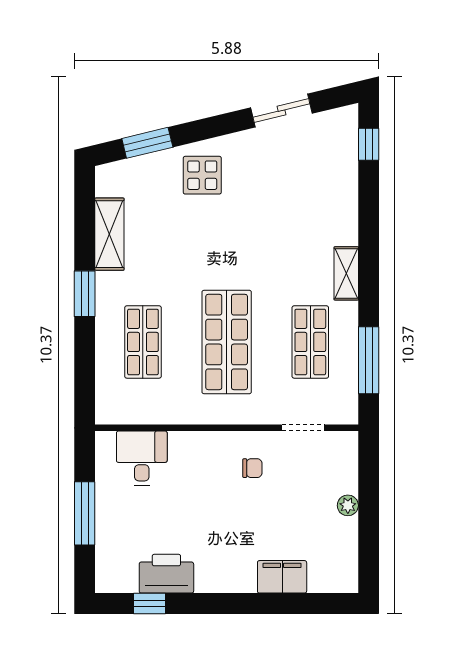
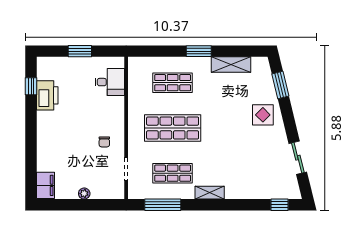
window: (85, 513) -> (80, 51), width x0.69
filing cabinet: (282, 577) -> (46, 185), moved

